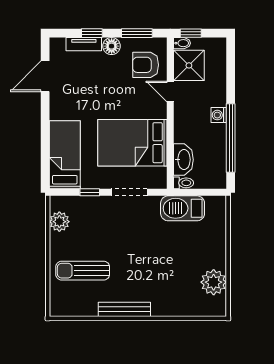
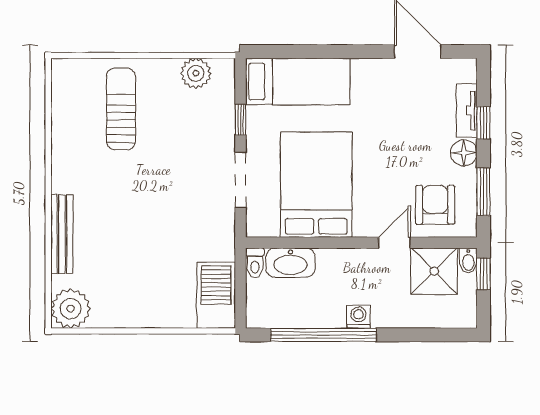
barbecue: (183, 208) -> (216, 295), moved
plant: (214, 282) -> (71, 309), moved
bench: (124, 309) -> (62, 234), moved

